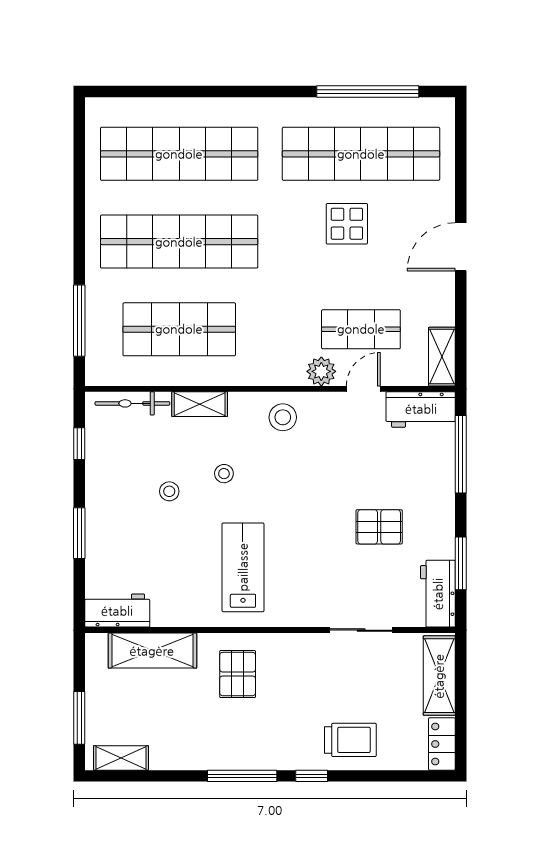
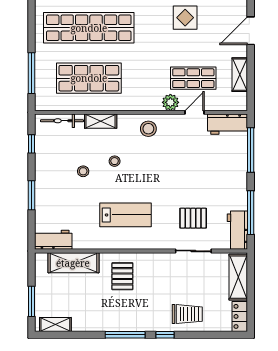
shelving: (442, 357) -> (240, 75), moved
pallet: (379, 527) -> (193, 218), moved
window: (461, 563) -> (251, 213), width x1.44
lab bench: (243, 567) -> (125, 215), turned 90

